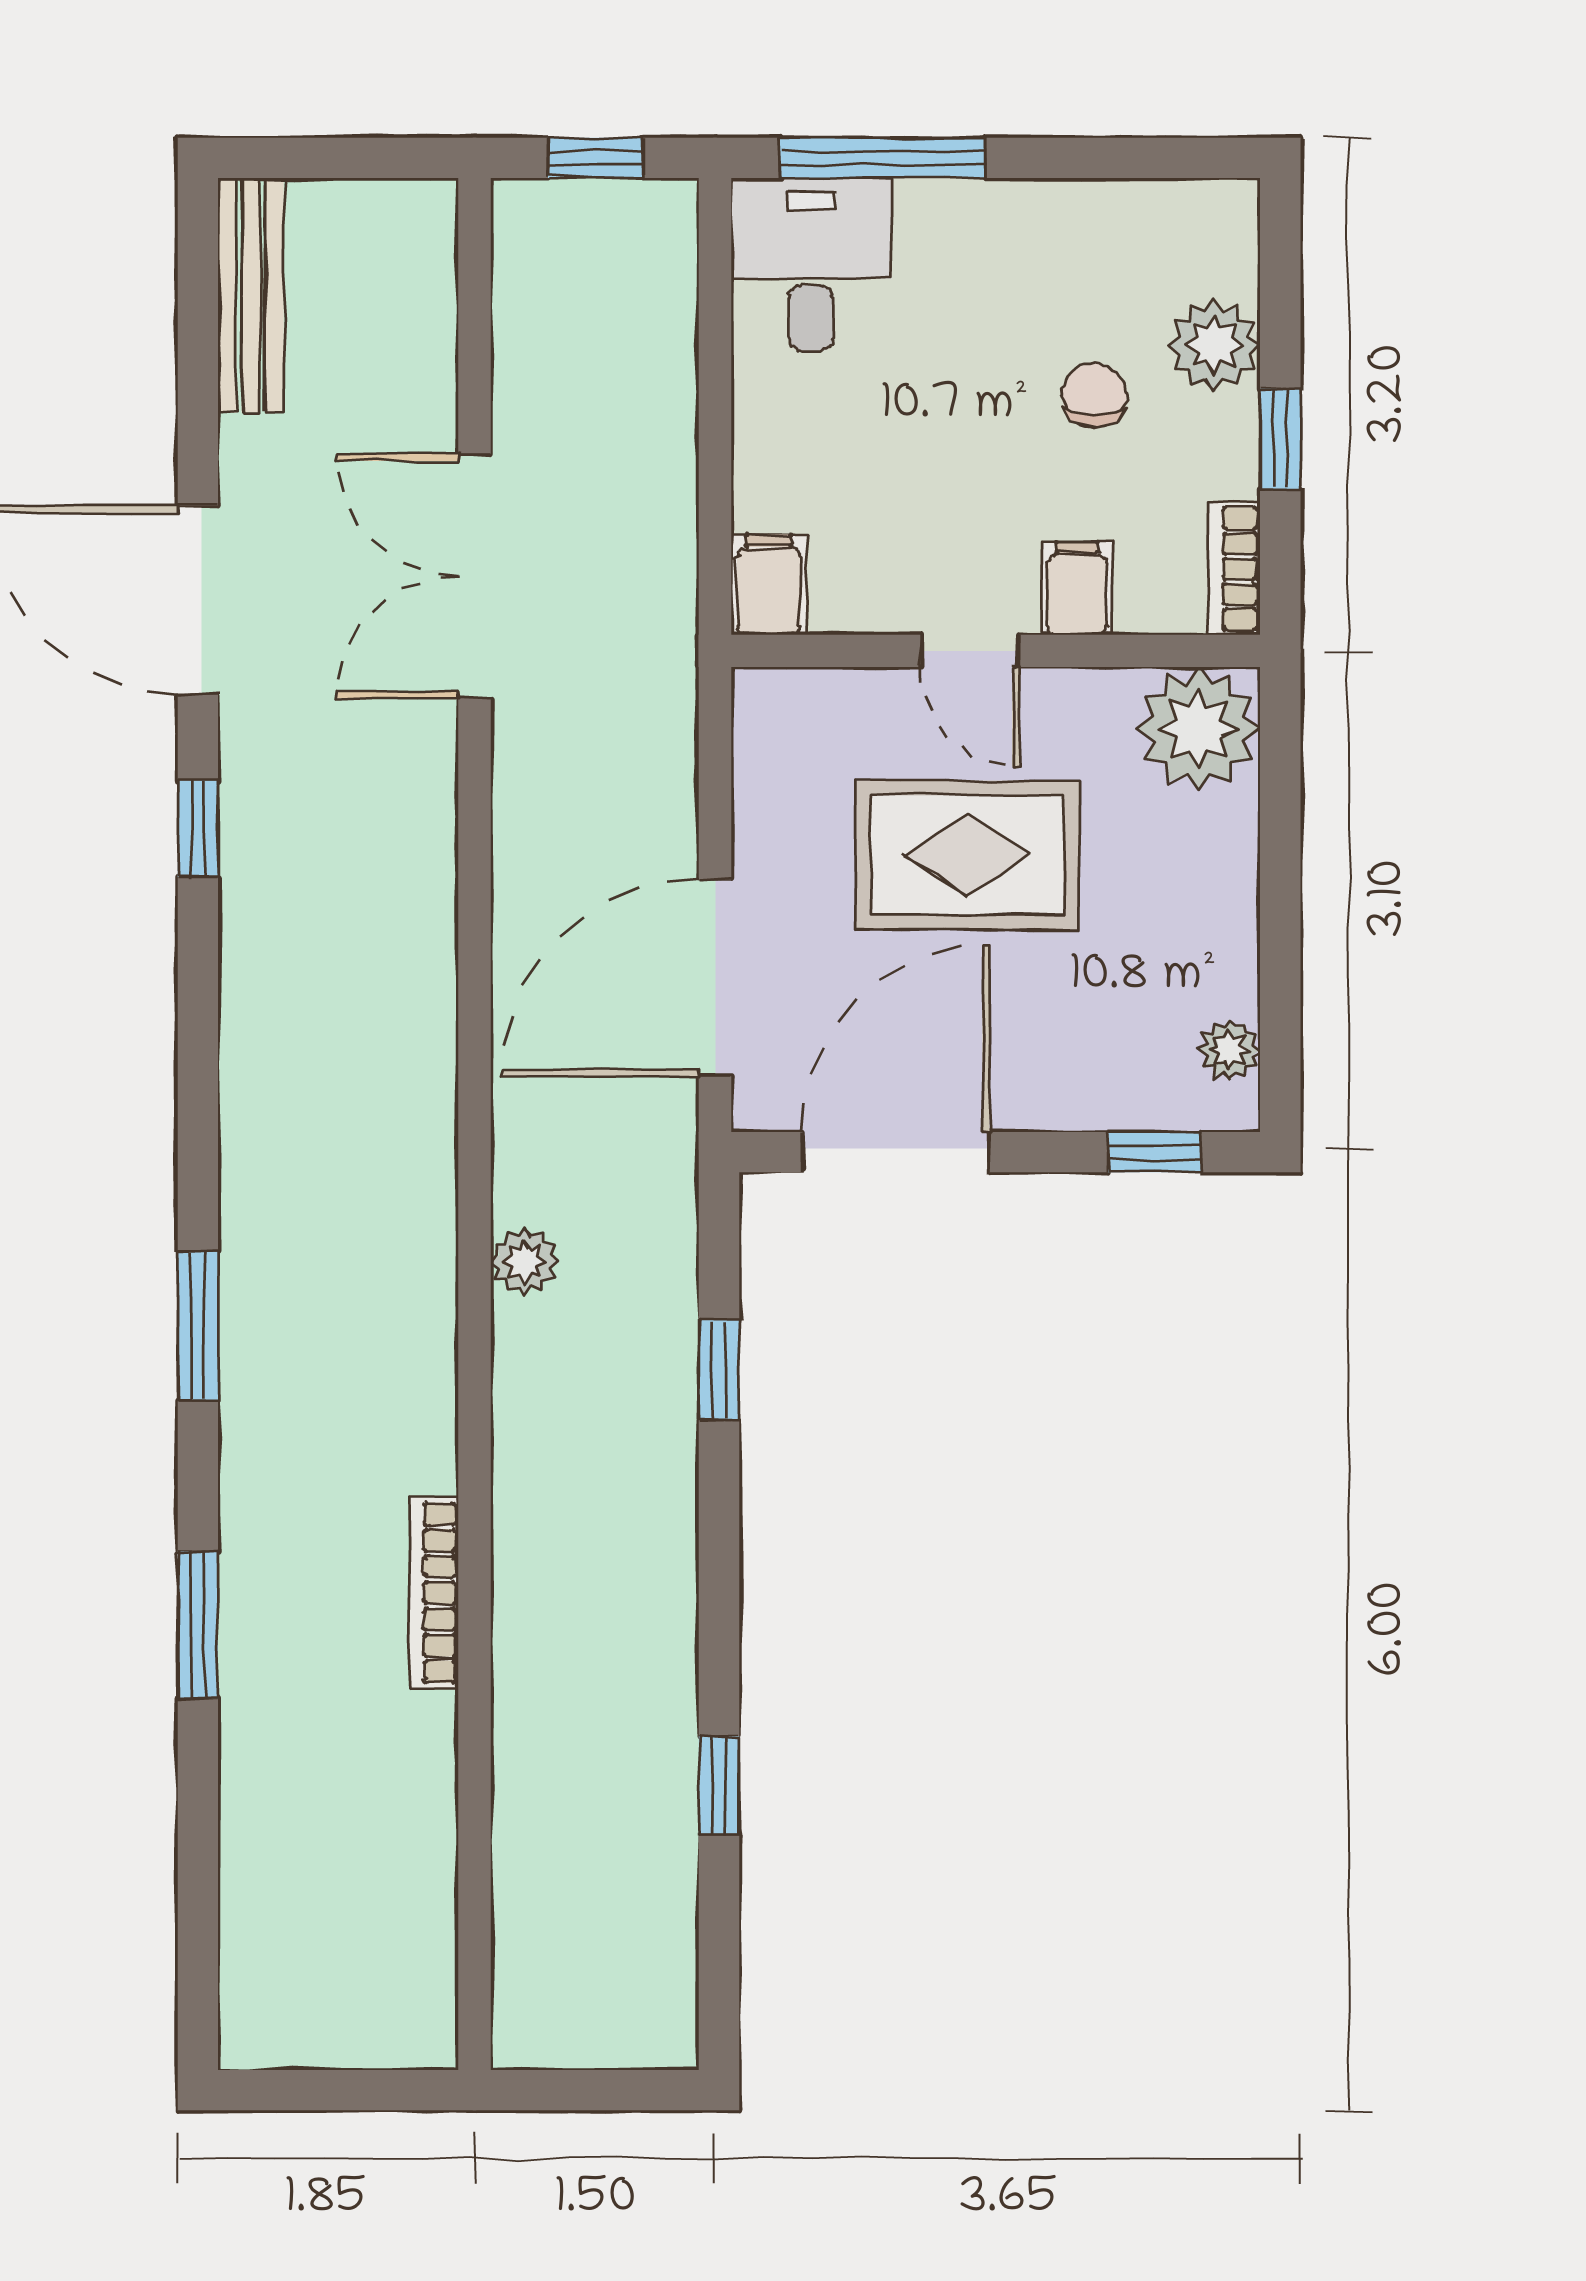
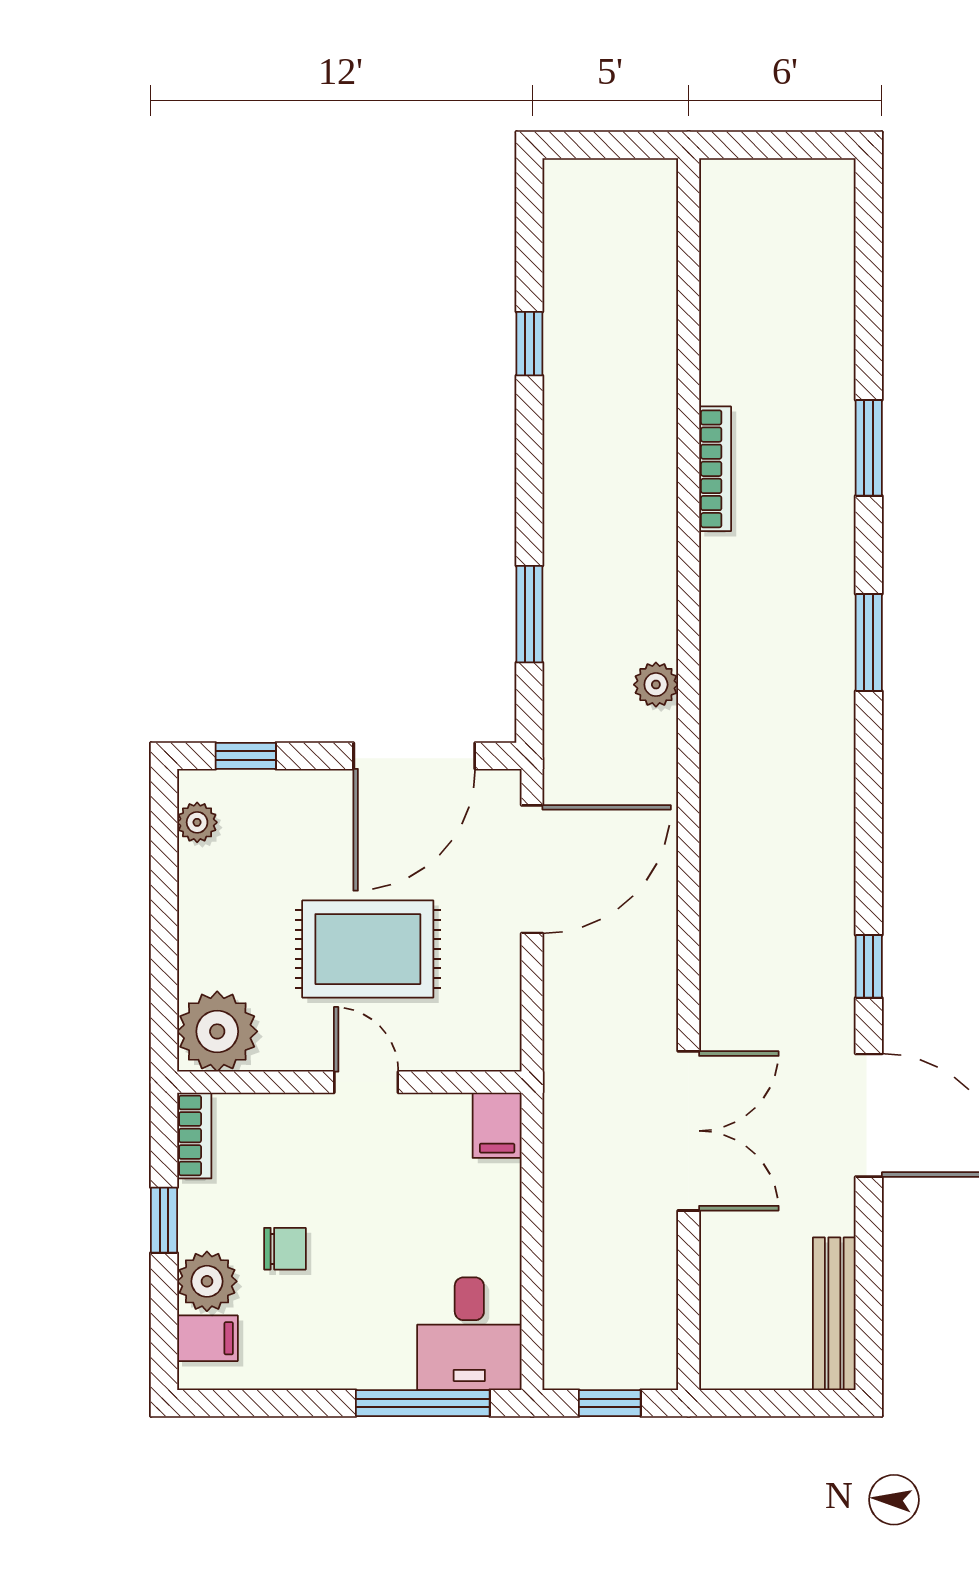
chair: (1094, 395) -> (285, 1249), turned -90
filing cabinet: (1077, 588) -> (207, 1338), moved, turned -90
window: (719, 1370) -> (529, 614), width x1.50

